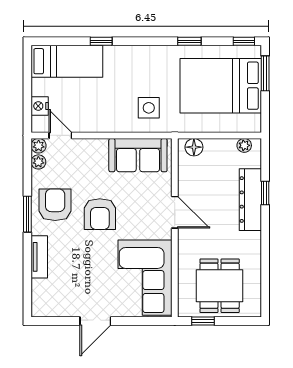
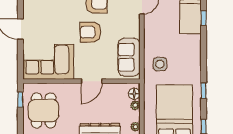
window: (101, 41) -> (204, 18), moved
plant: (212, 146) -> (135, 105), added
dining table: (220, 286) -> (43, 110), turned 90

